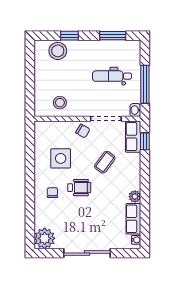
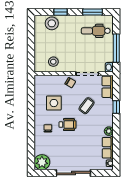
dental chair: (112, 76) -> (96, 31), moved
window: (145, 141) -> (116, 107), moved

